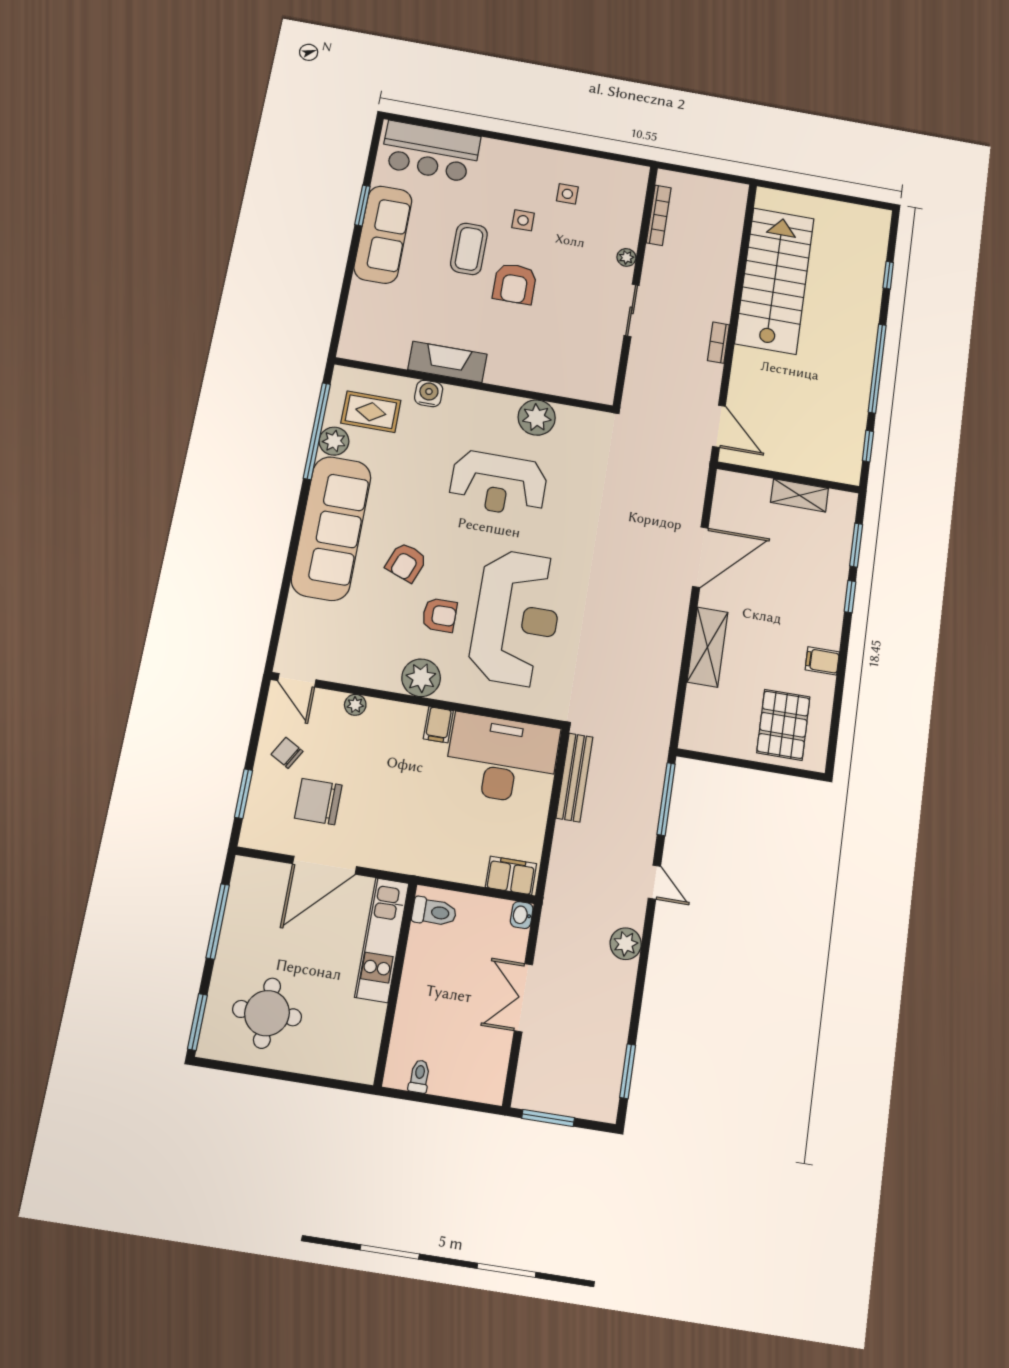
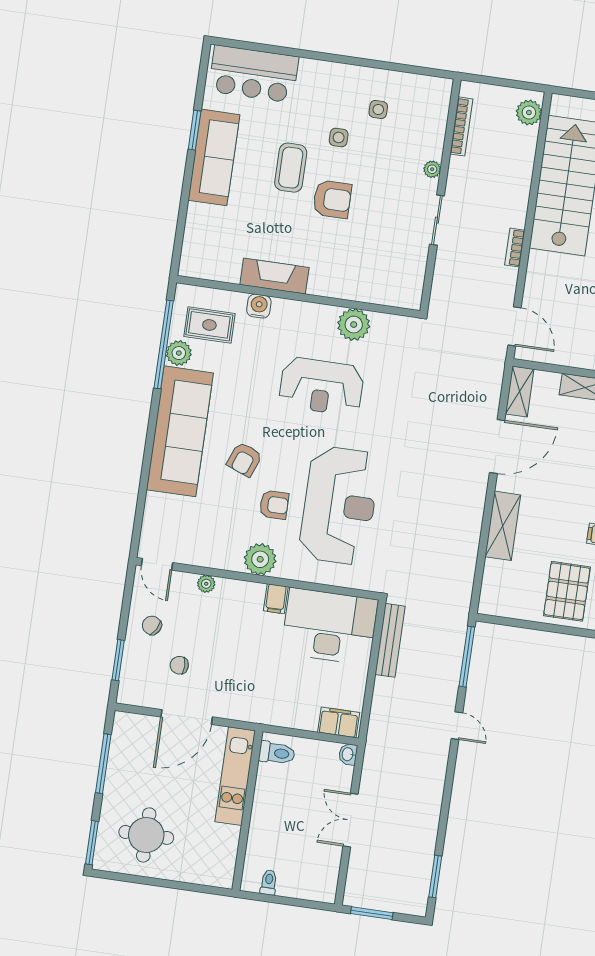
armchair: (515, 284) -> (332, 199), turned -90
shelving: (726, 497) -> (520, 391), added
chair: (318, 802) -> (179, 665), width x0.54, depth x0.54
plant: (626, 944) -> (529, 112), moved

